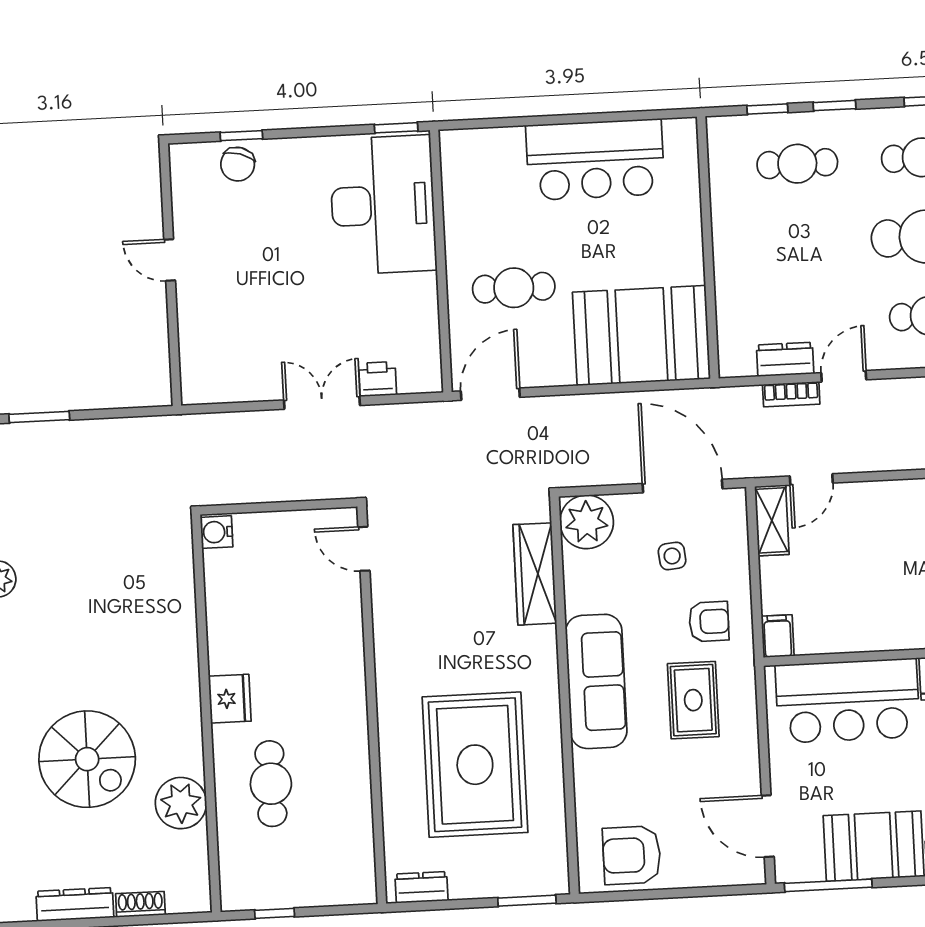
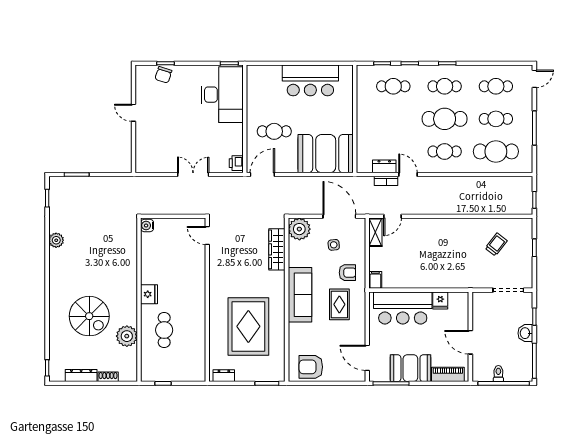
door: (844, 376) -> (408, 175), hinge flipped
printer: (378, 379) -> (236, 163), moved, turned -90

